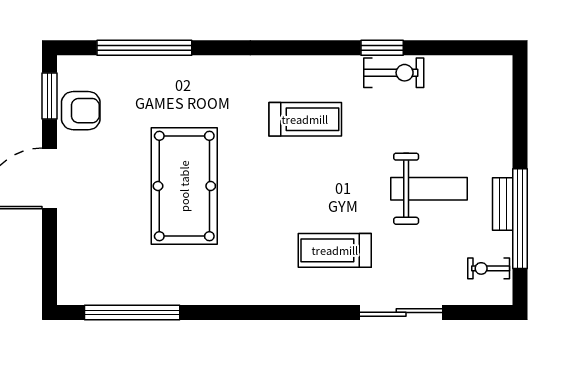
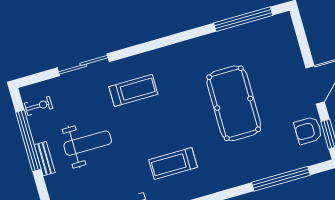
weight bench: (429, 189) -> (88, 143), turned 180
bench: (503, 204) -> (45, 159), moved

